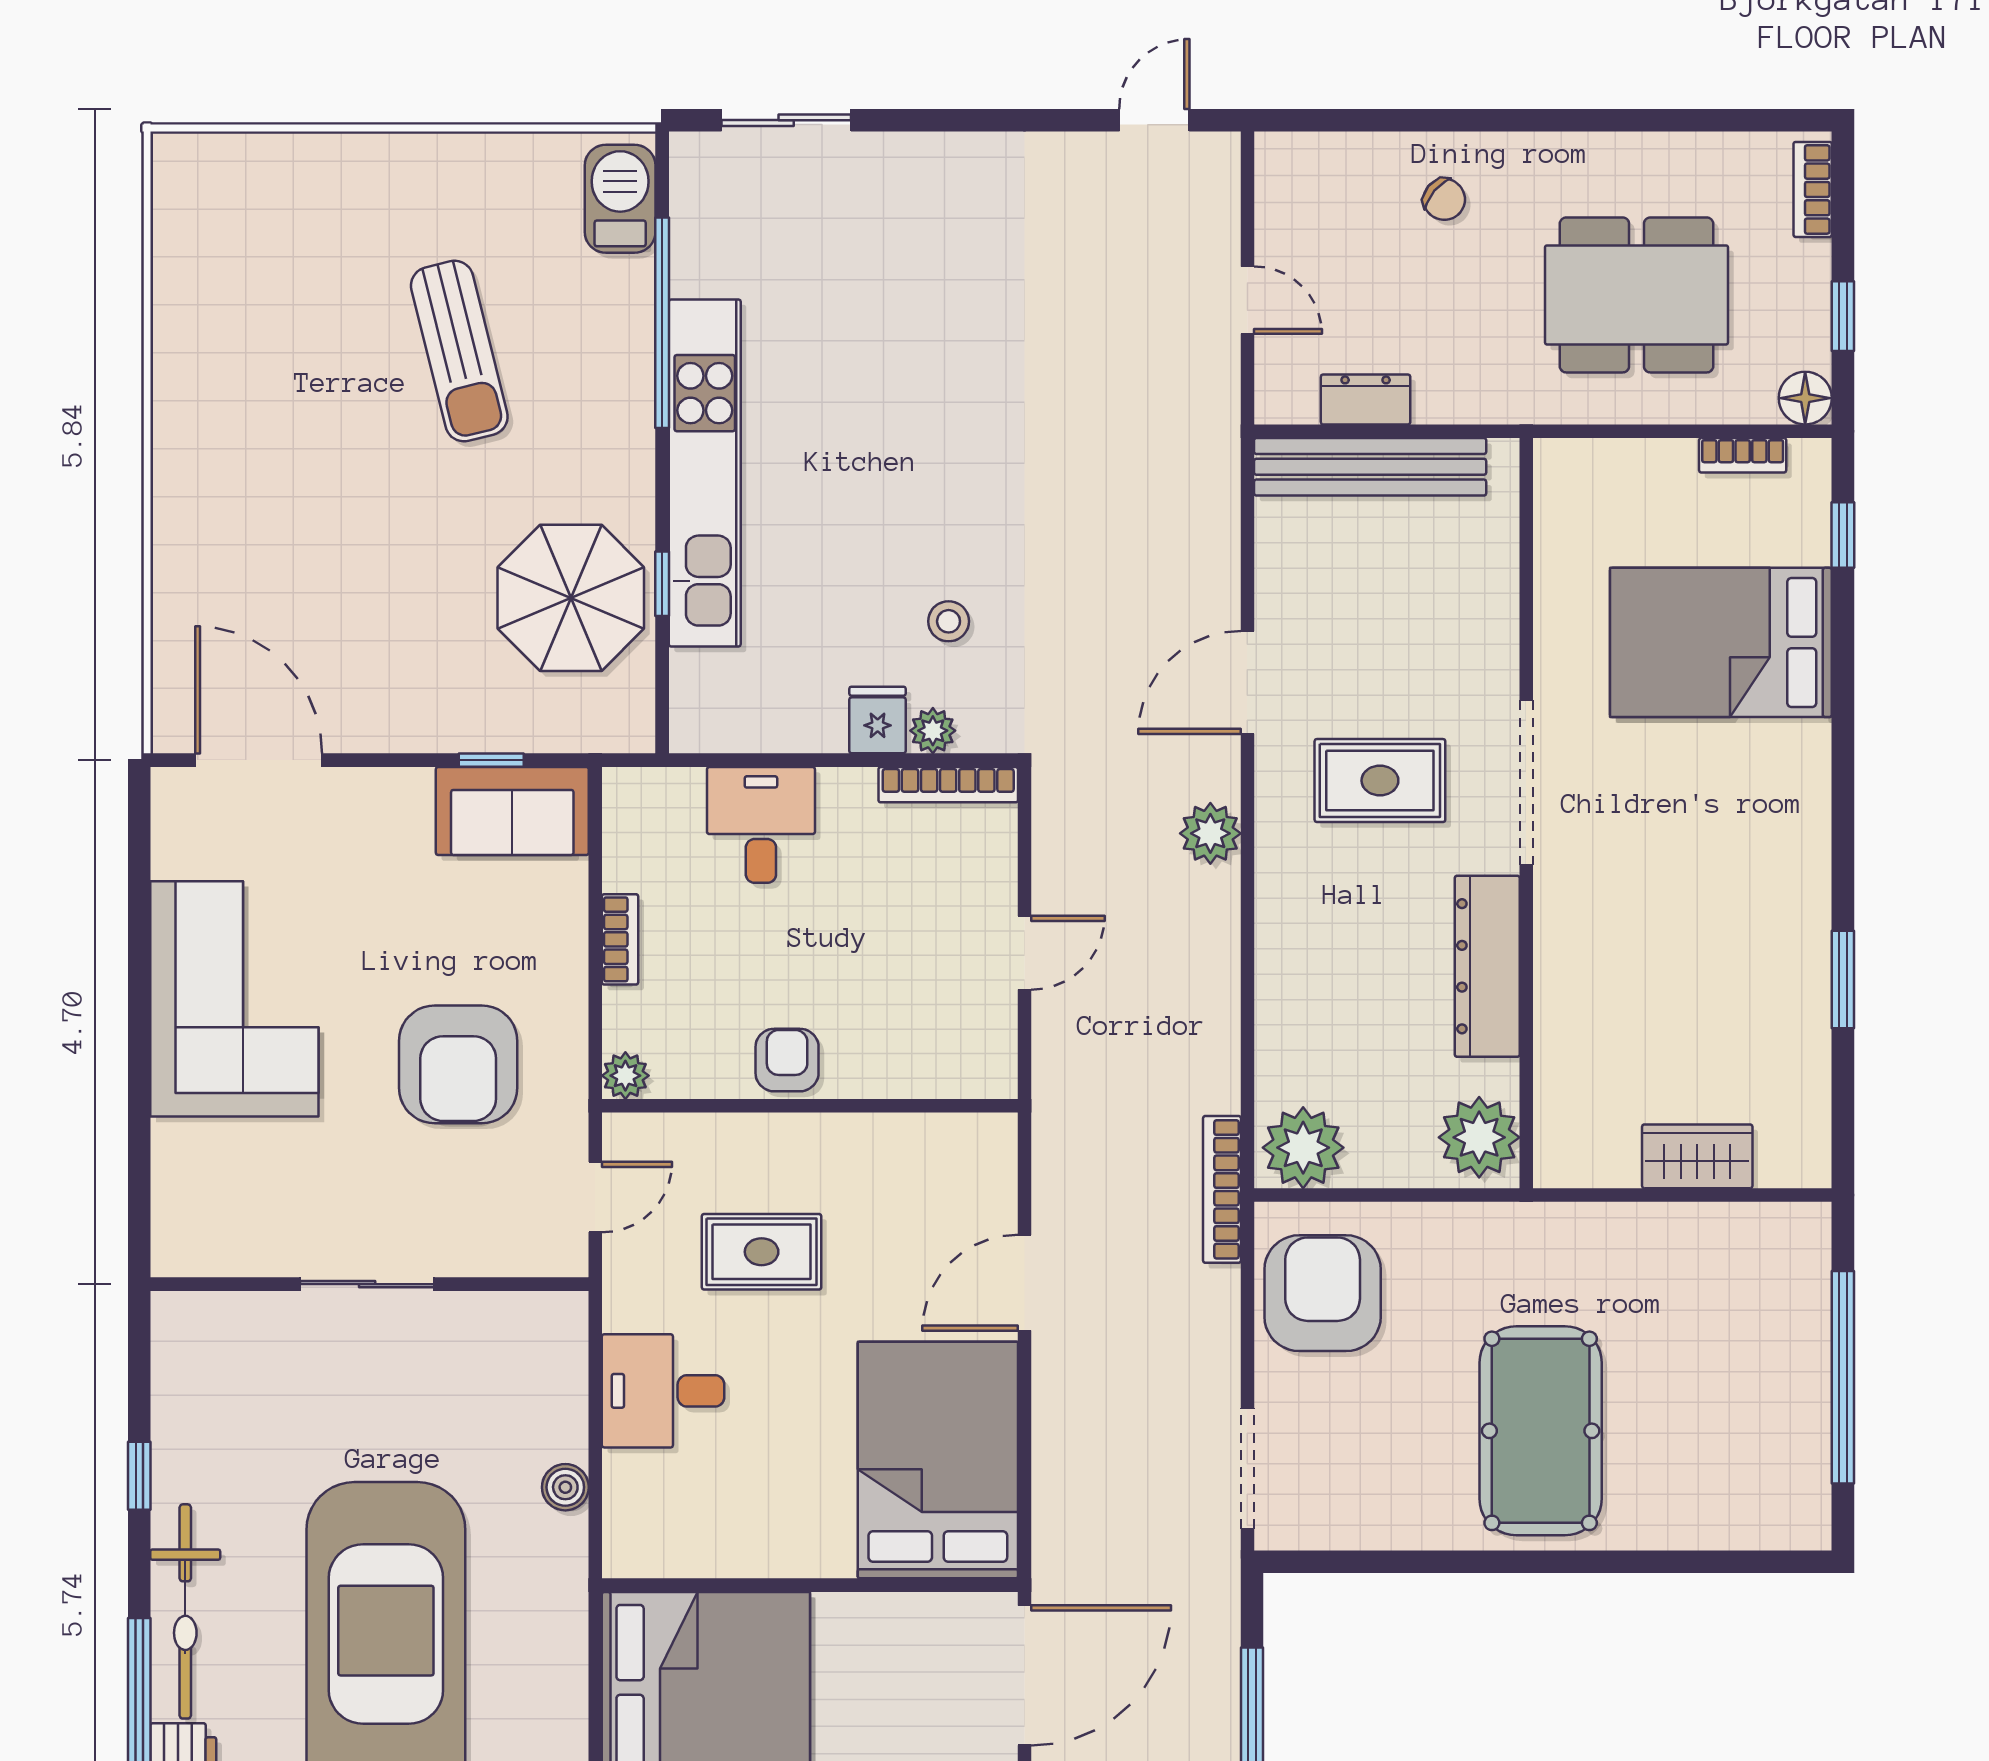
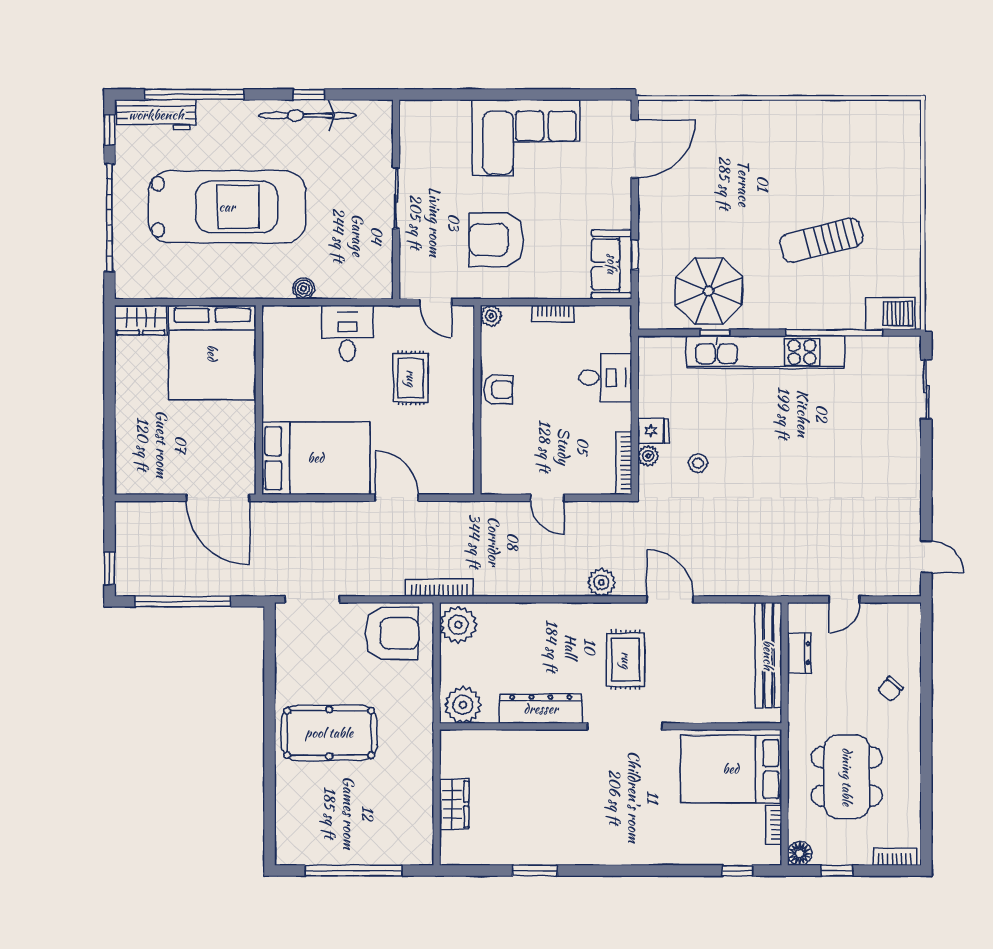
bed: (1721, 642) -> (731, 769), moved, turned -90
bicycle: (185, 1611) -> (307, 115), moved

